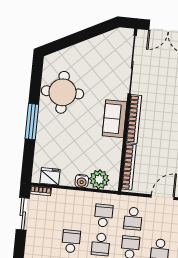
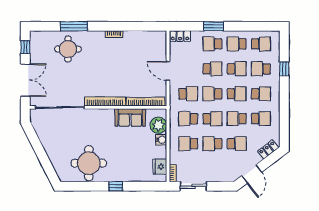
sofa: (115, 119) -> (130, 117), moved
window: (32, 122) -> (116, 186), width x0.46
school desk: (74, 213) -> (188, 144), added

